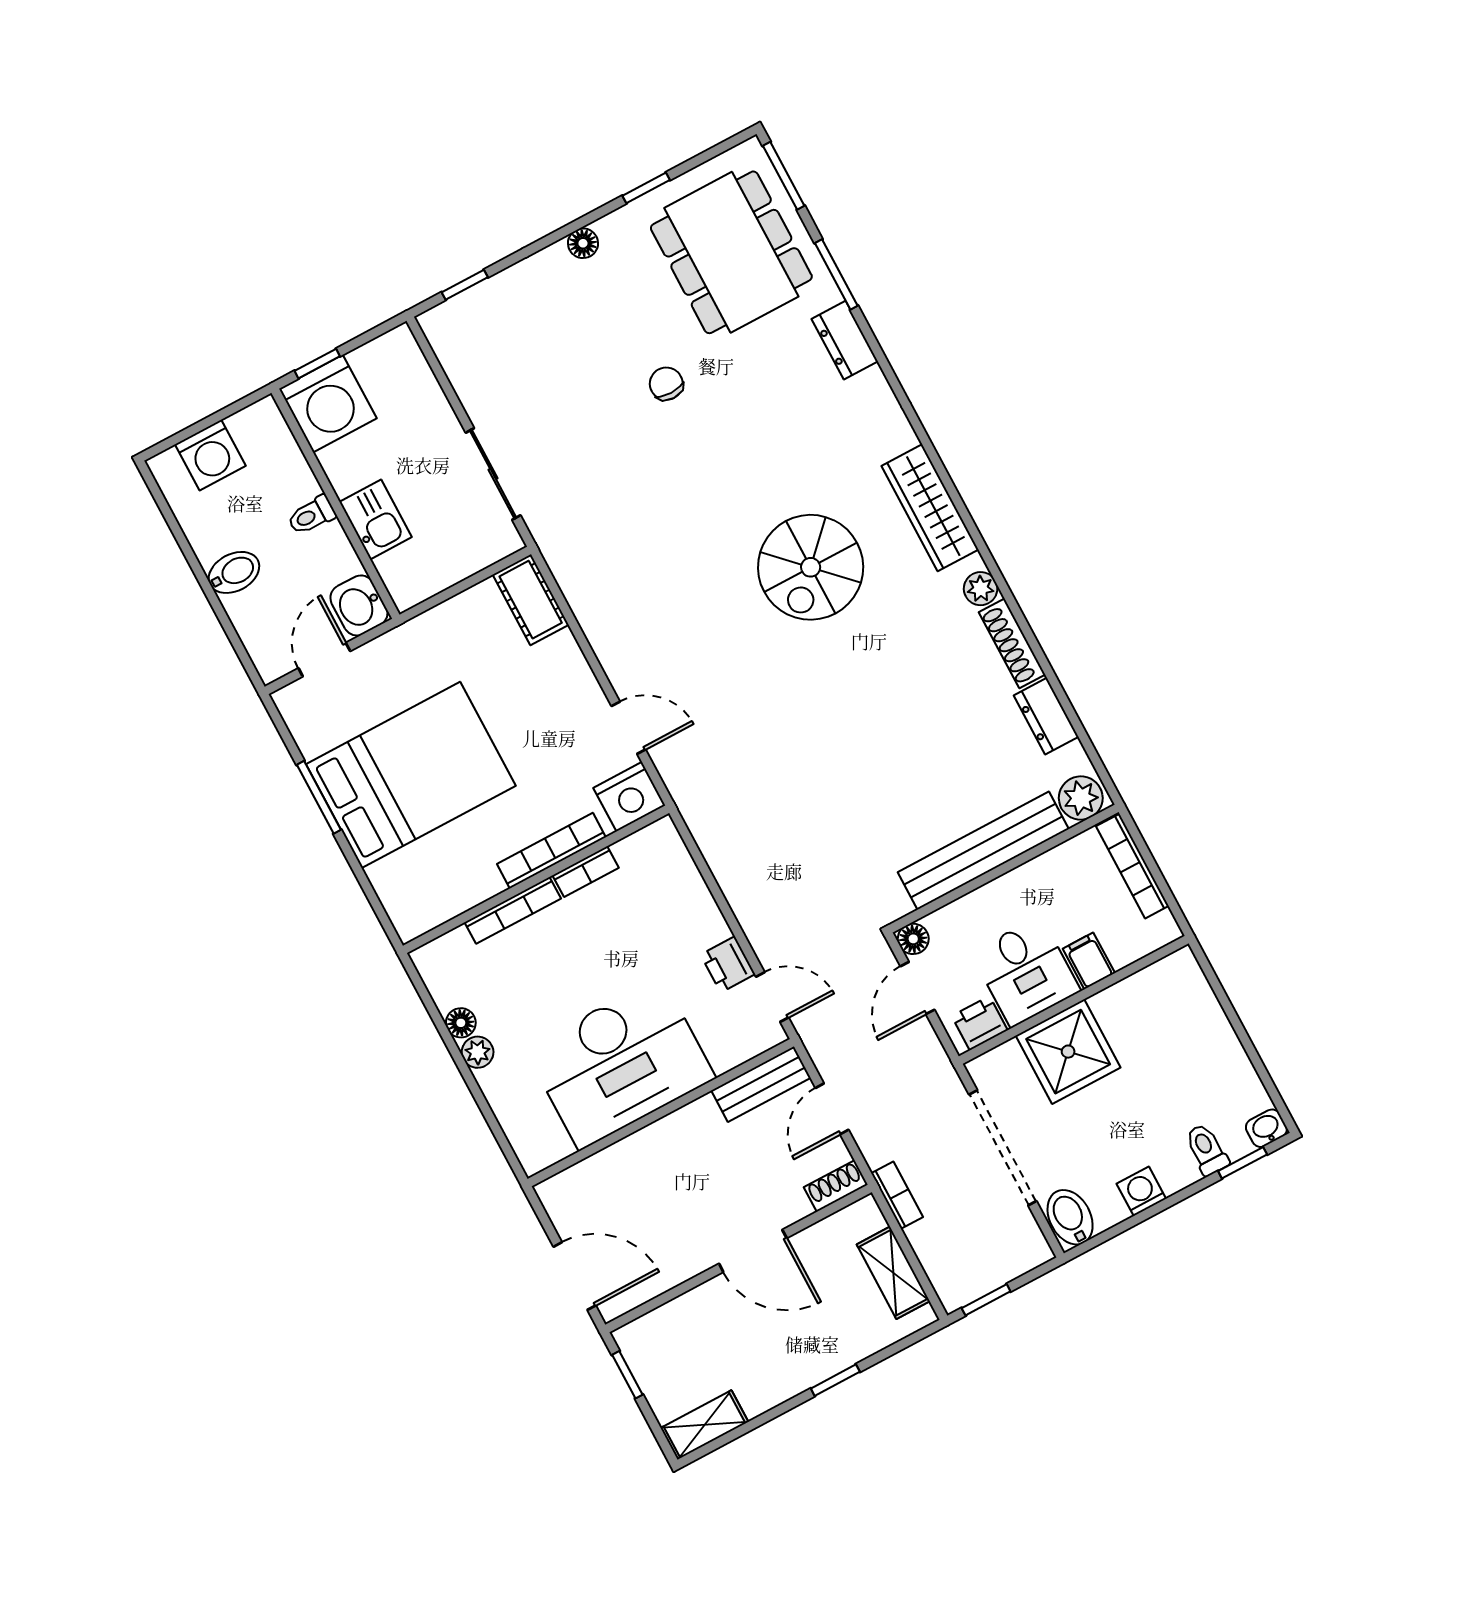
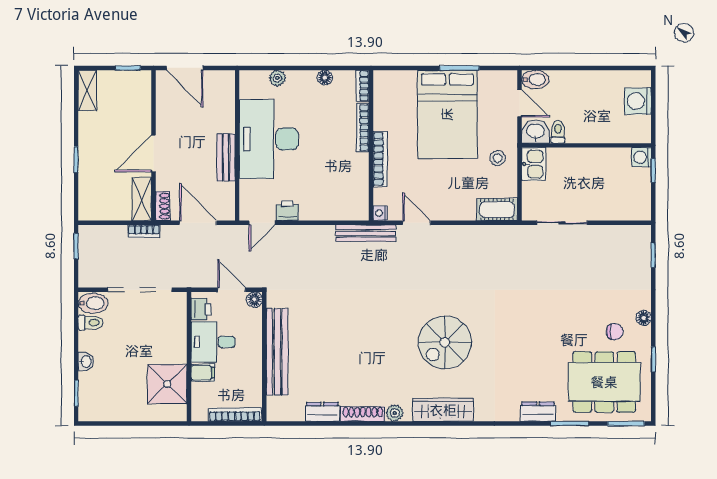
chair: (666, 384) -> (615, 332), moved
washing machine: (328, 404) -> (642, 157), width x0.53, depth x0.53
toilet: (312, 515) -> (558, 132), moved
kitchen sink: (376, 520) -> (534, 164), moved, turned -90
spiral stairs: (811, 567) -> (445, 342), turned -90
bidet: (234, 572) -> (535, 79), moved, turned -90
stool: (440, 647) -> (498, 158), added
door: (629, 728) -> (417, 223), swing flipped
nightstand: (629, 797) -> (380, 213), width x0.53, depth x0.56
plant: (1081, 798) -> (277, 408), removed
bench: (694, 806) -> (366, 233), added
bookcase: (586, 872) -> (363, 86), moved
plant: (478, 1052) -> (277, 78), moved
shower: (1068, 1052) -> (167, 384), moved
bench: (761, 1084) -> (226, 157), moved
door: (832, 1109) -> (198, 223), width x1.38
washbasin: (1266, 1128) -> (86, 362), moved
toilet: (1207, 1150) -> (91, 323), moved
washing machine: (1141, 1191) -> (87, 341), removed
shelving: (893, 1273) -> (142, 199), moved, turned 90
door: (575, 1276) -> (185, 68), hinge flipped

